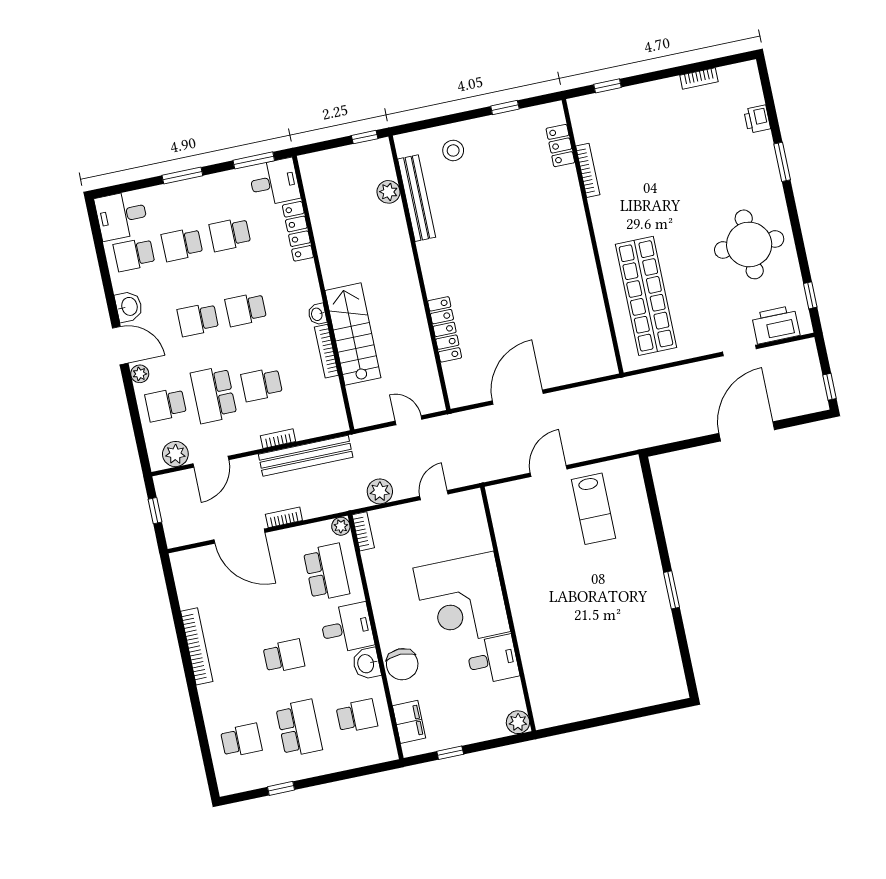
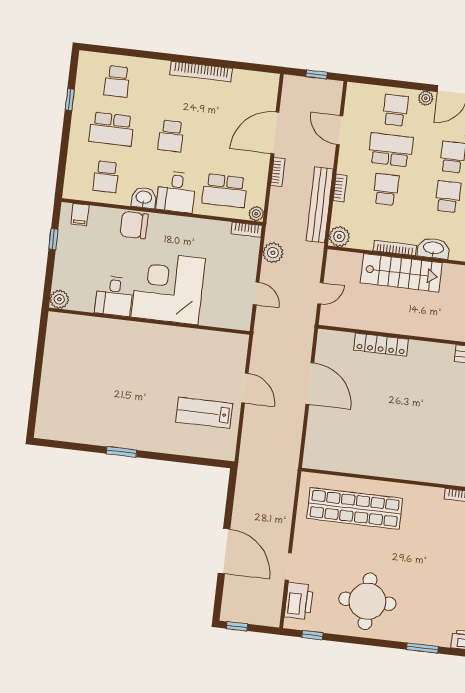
washbasin: (317, 314) -> (433, 248), width x1.91, depth x1.45
plant: (175, 454) -> (339, 236), moved
filing cabinet: (409, 722) -> (80, 215), width x0.50

